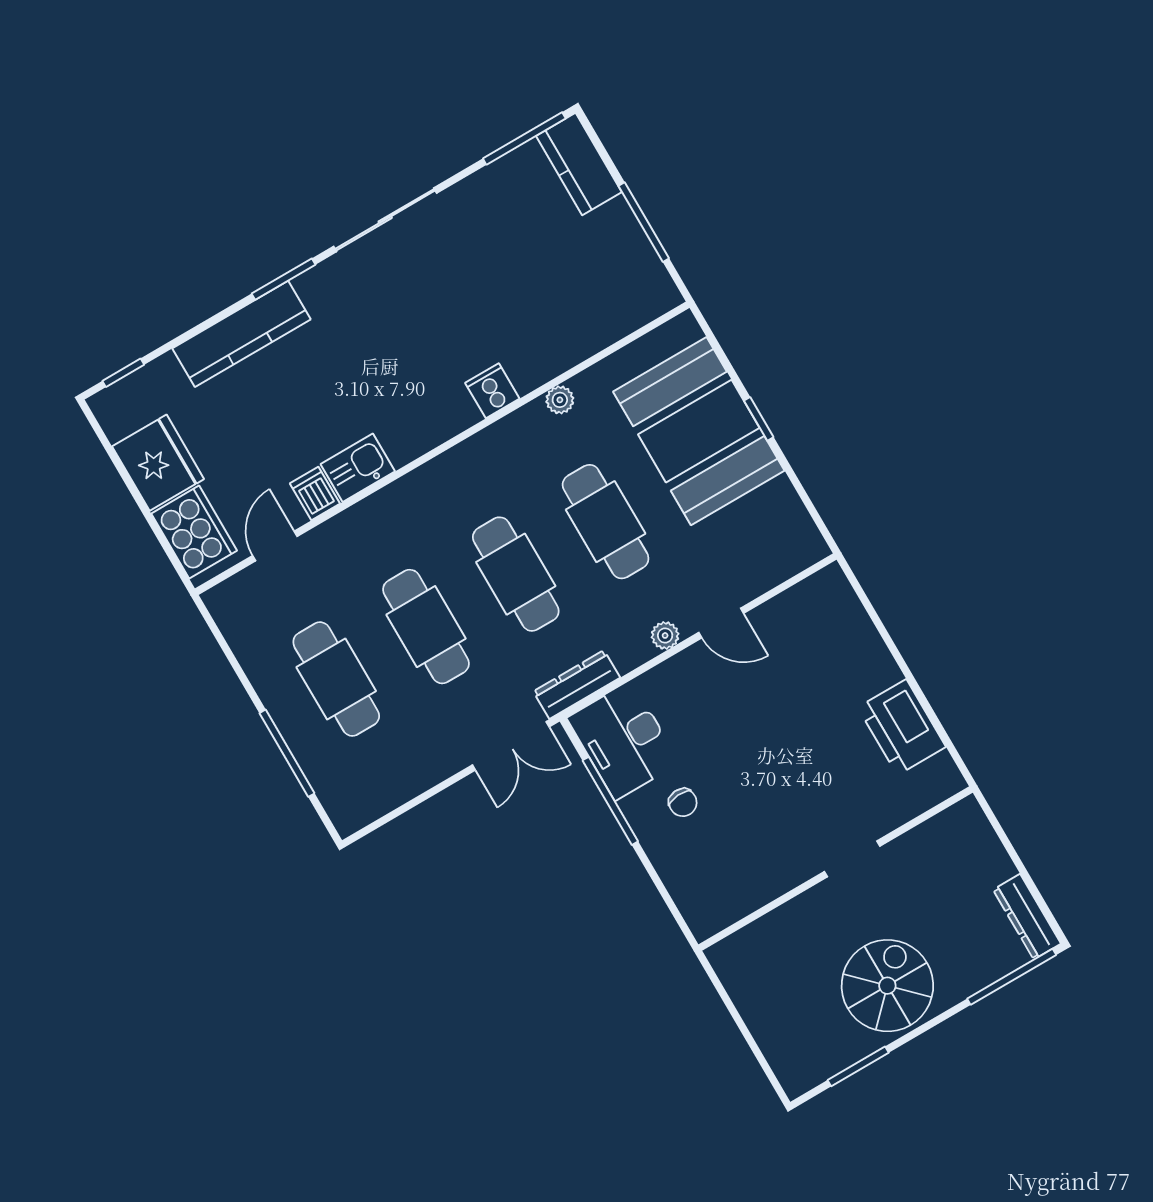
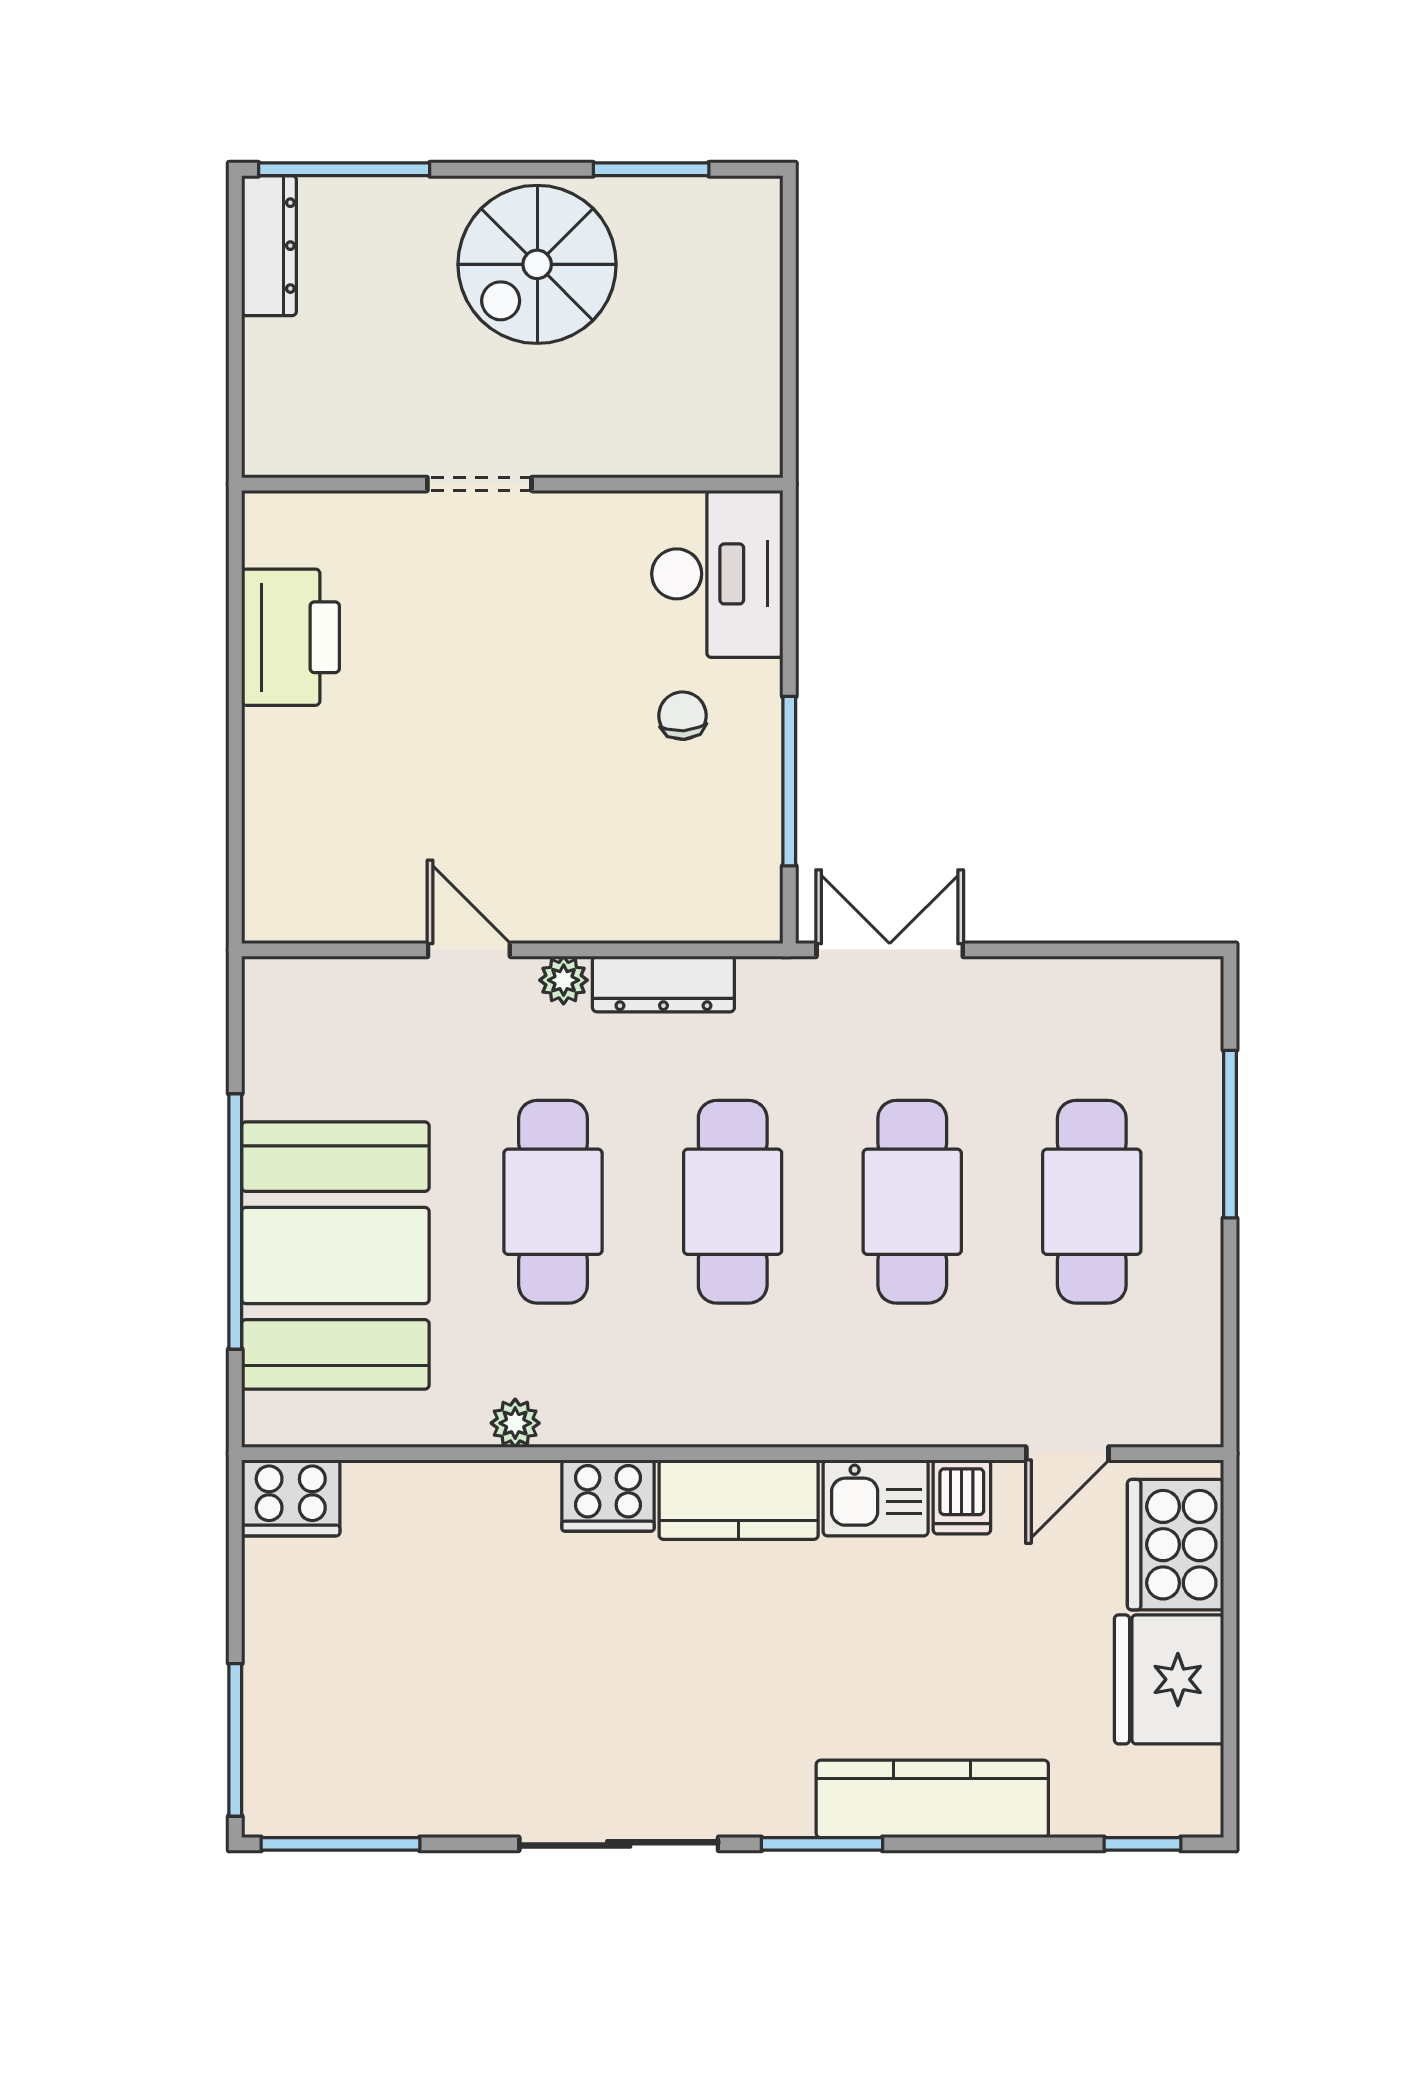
kitchen counter: (579, 164) -> (739, 1500), moved, turned 90
window: (644, 222) -> (235, 1740), moved
cooker: (650, 297) -> (291, 1498), added
cooker: (492, 391) -> (608, 1496), width x1.36
window: (759, 419) -> (235, 1221), width x3.17
dresser: (577, 685) -> (663, 984), moved
desk: (623, 740) -> (717, 574), moved

